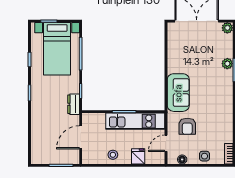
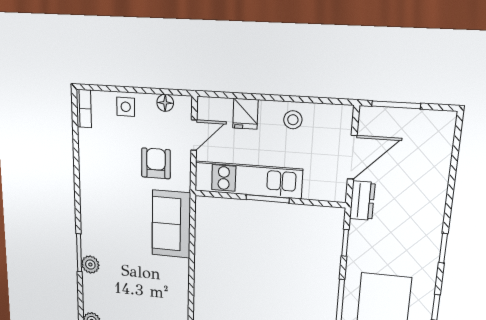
dresser: (74, 104) -> (362, 201), moved

